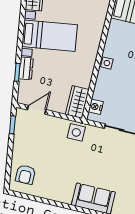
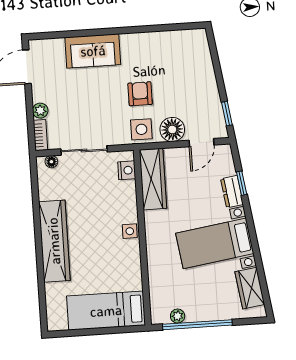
wardrobe: (77, 102) -> (153, 179), width x1.50
floor lamp: (54, 126) -> (172, 129), added
armchair: (25, 174) -> (140, 94), moved

